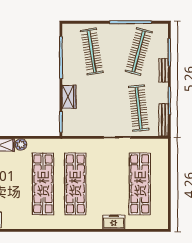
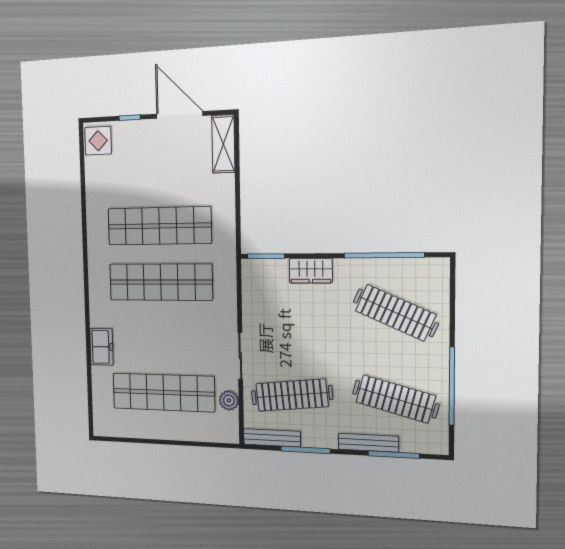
clothes rail: (92, 51) -> (395, 313), turned 33
bench: (164, 70) -> (368, 443), width x1.36
plant: (21, 144) -> (229, 400), moved

